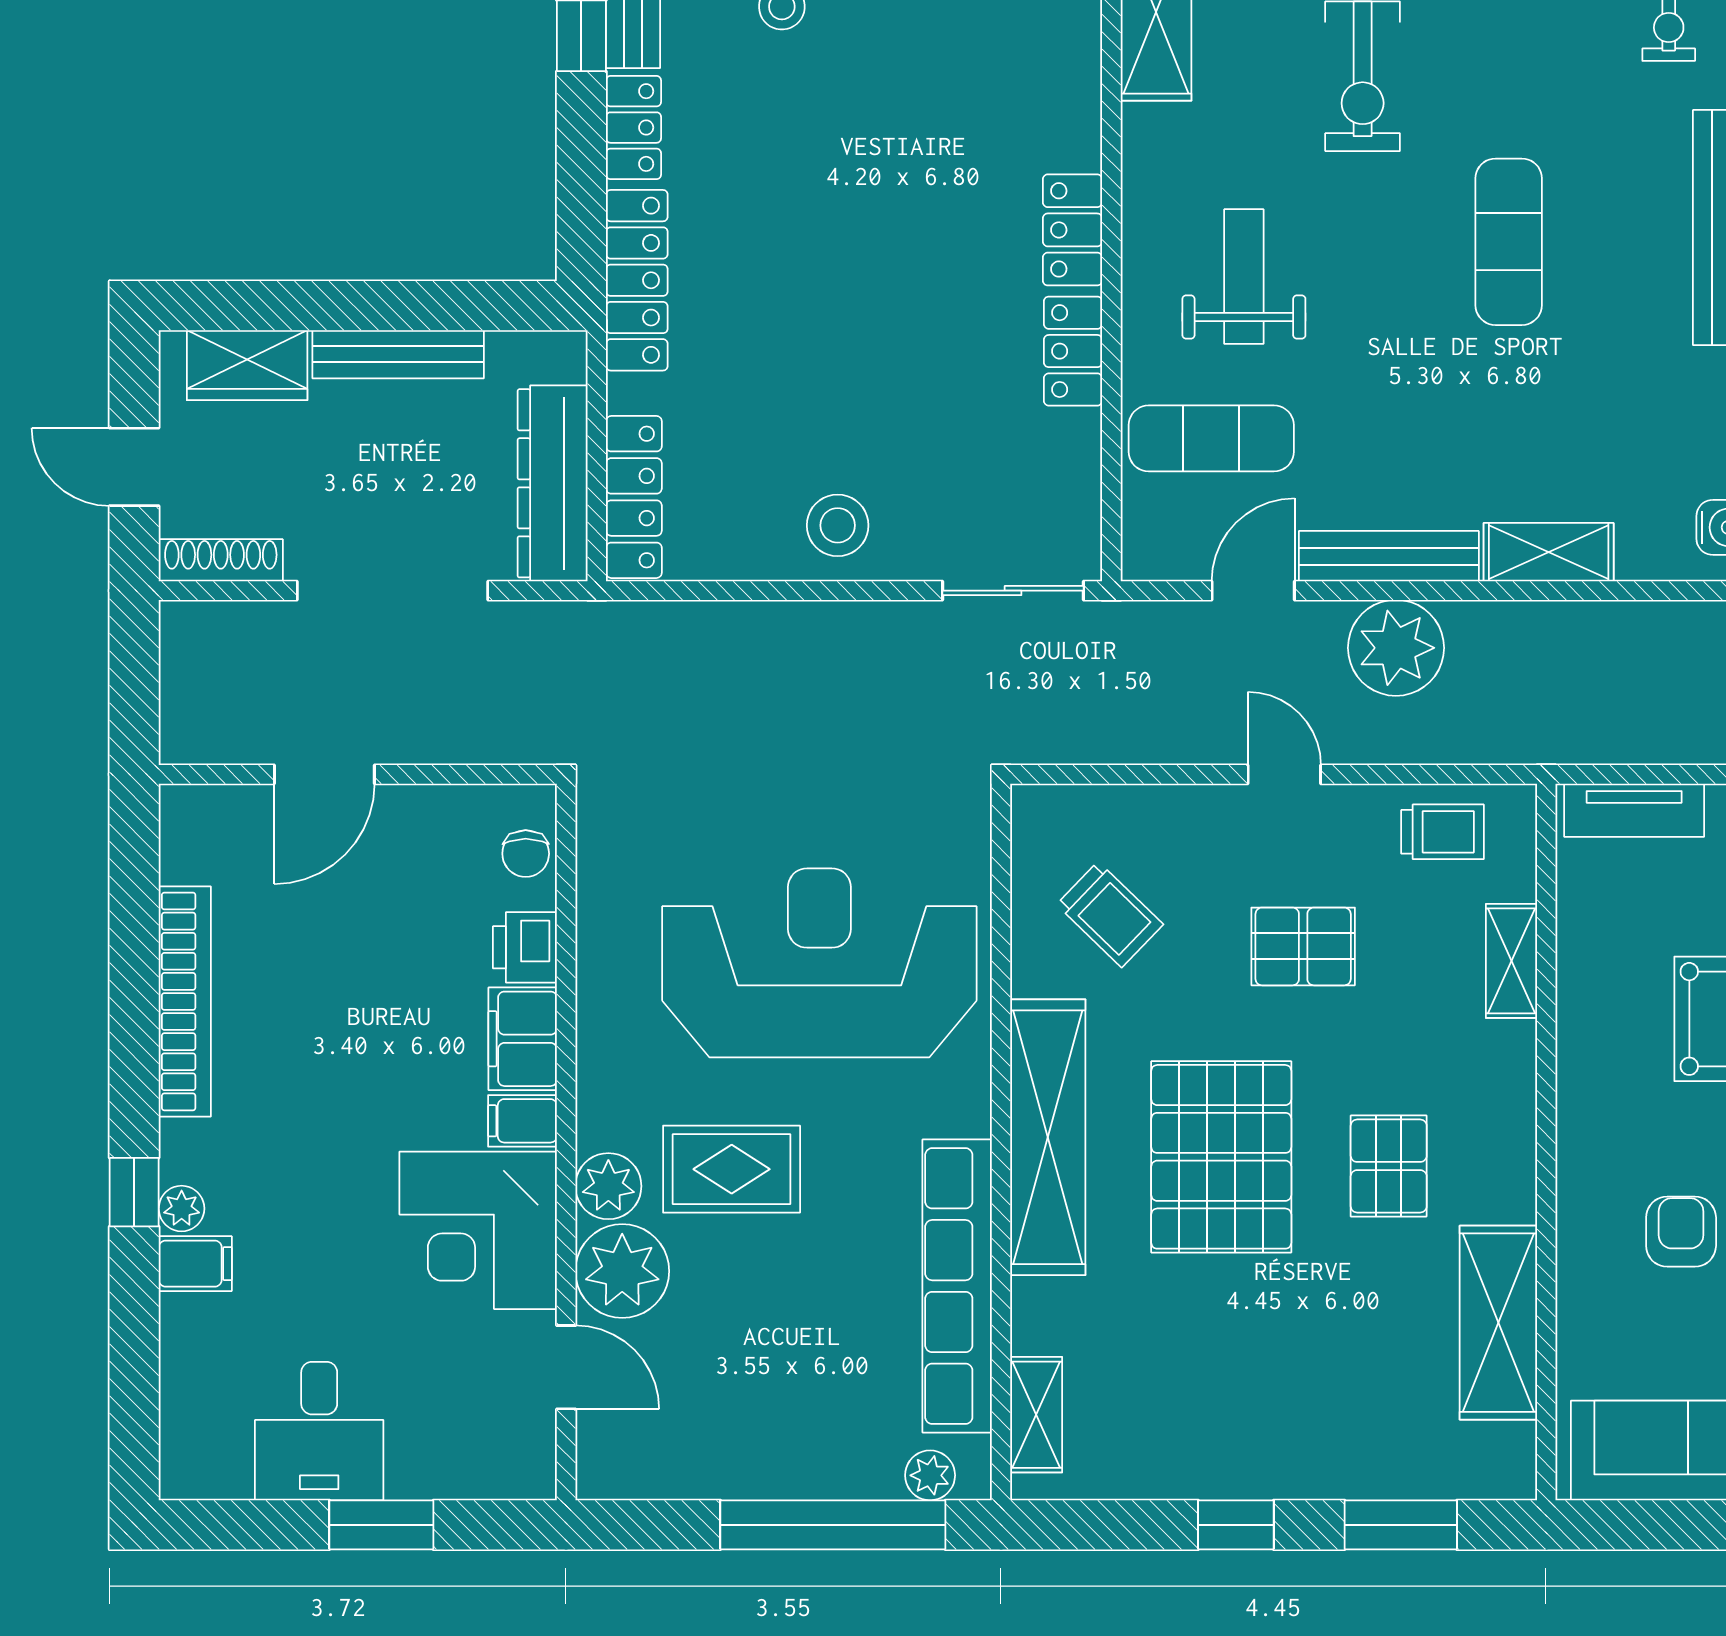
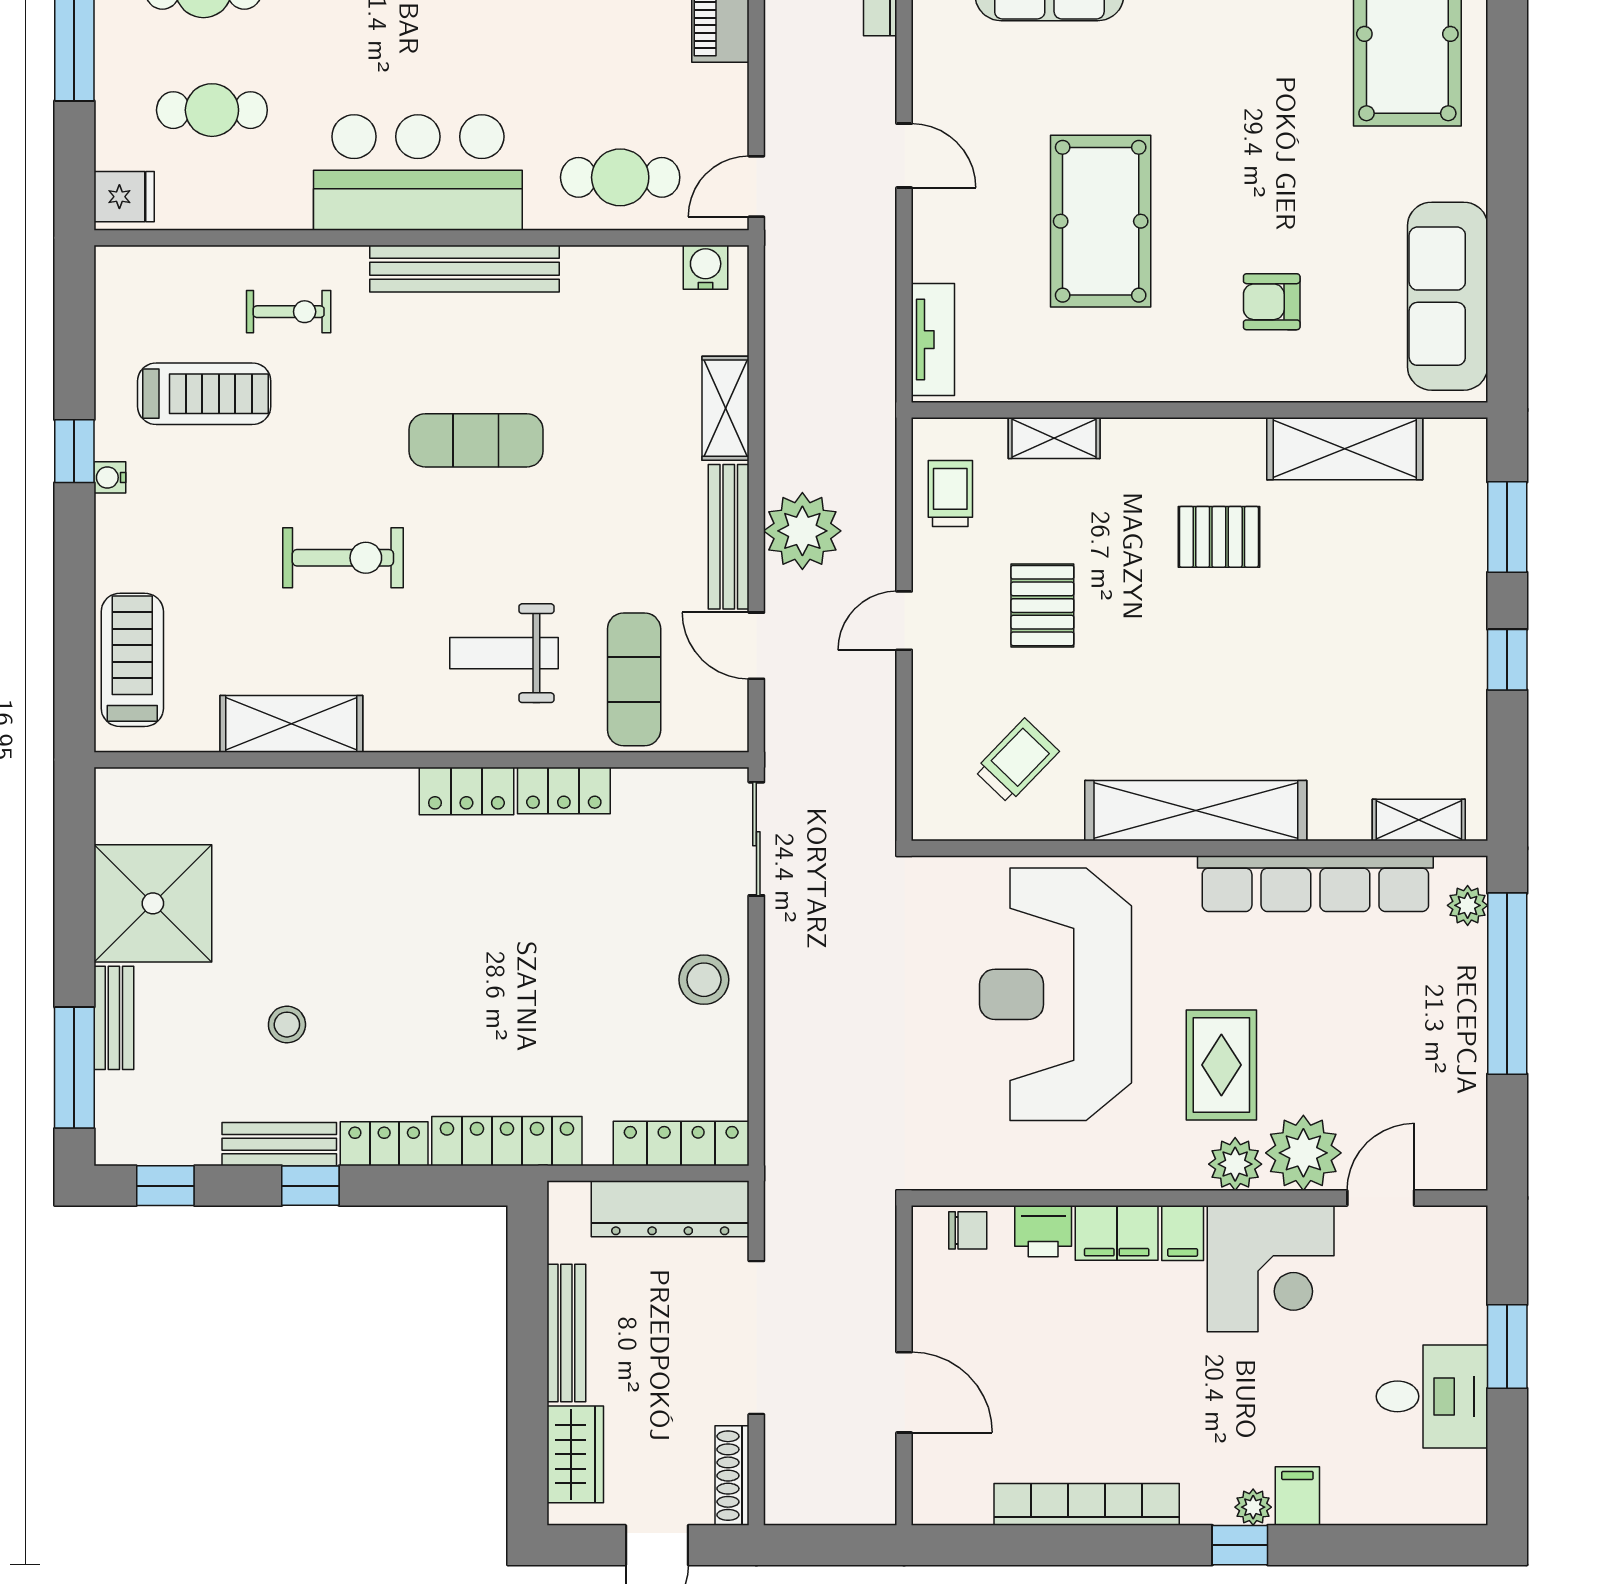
pallet: (1221, 1157) -> (1212, 671), removed

